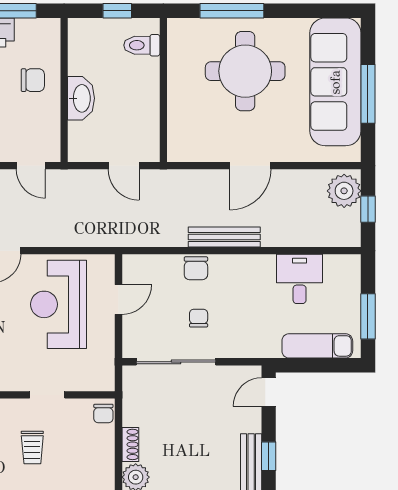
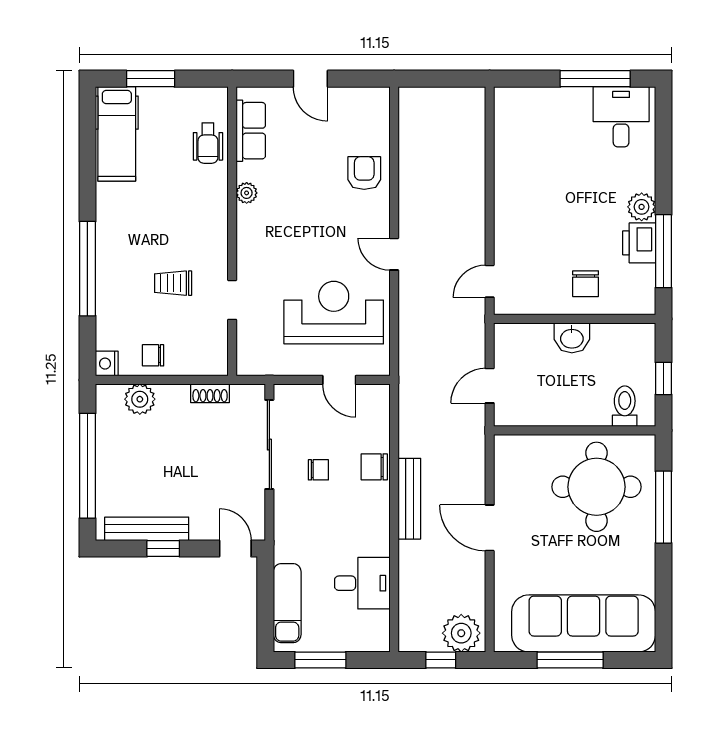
round table: (245, 71) -> (597, 487), moved
washbasin: (81, 98) -> (572, 338), width x0.72
chair: (103, 413) -> (153, 355), moved
shoe rack: (130, 444) -> (210, 393), moved

